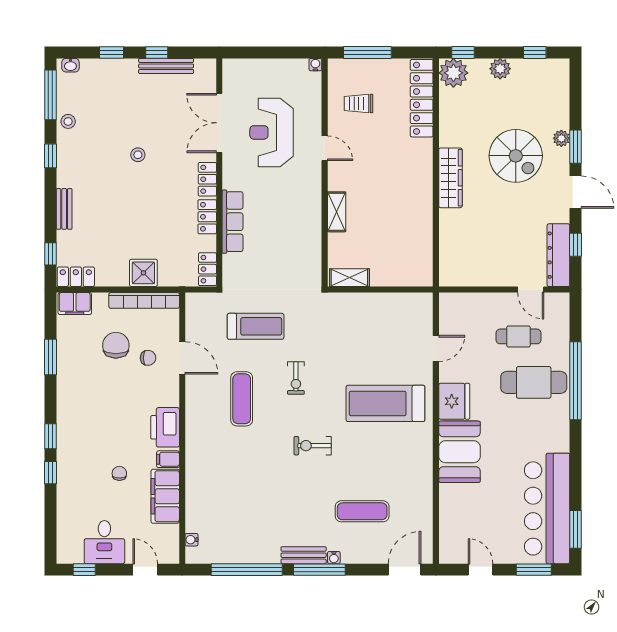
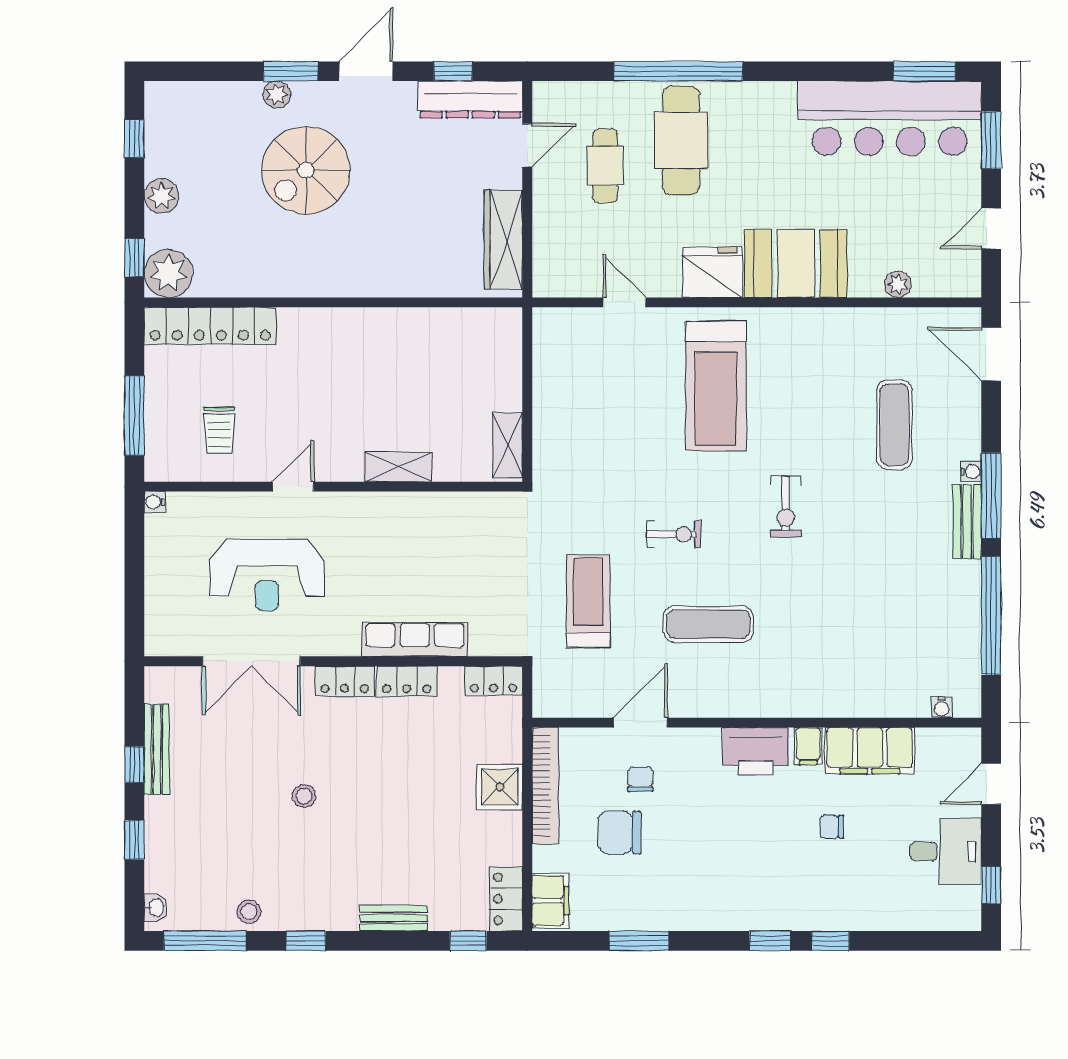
spiral stairs: (516, 156) -> (306, 170), turned 180
wardrobe: (450, 178) -> (503, 240), moved, turned -90
plant: (447, 513) -> (898, 284), added

